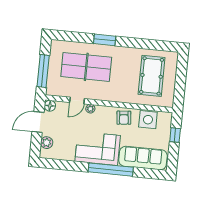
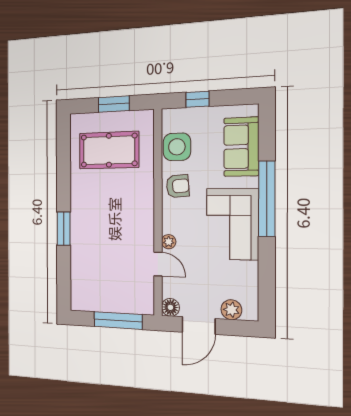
table tennis table: (86, 67) -> (105, 254), removed
window: (180, 82) -> (114, 104), added
door: (38, 122) -> (199, 325), hinge flipped
sofa: (143, 158) -> (241, 147), width x0.73

